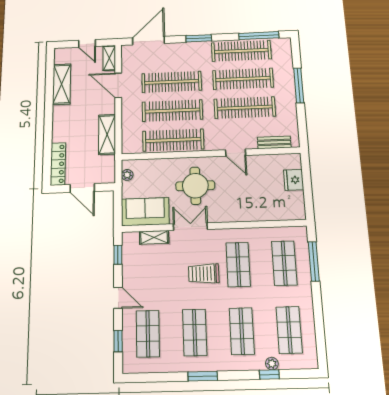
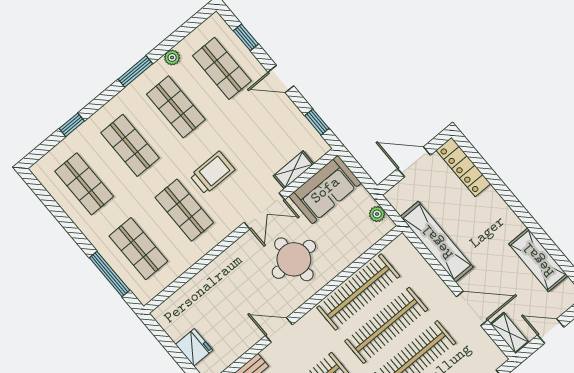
shelving: (107, 134) -> (437, 242), width x1.47
plant: (272, 364) -> (172, 57), moved

